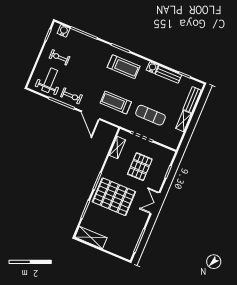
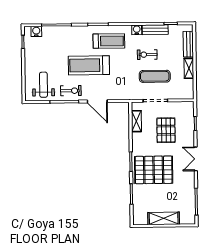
exercise bike: (59, 57) -> (147, 55), moved
treadmill: (116, 102) -> (89, 65), moved, width x1.37, depth x1.38
shelving: (91, 237) -> (164, 218), moved

